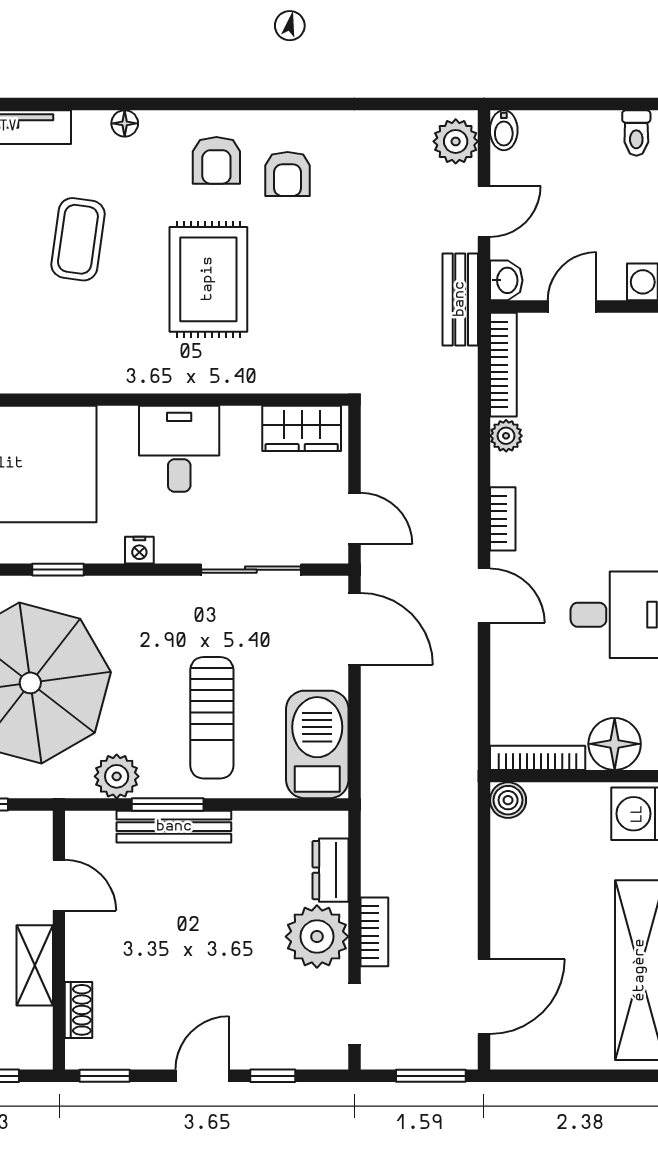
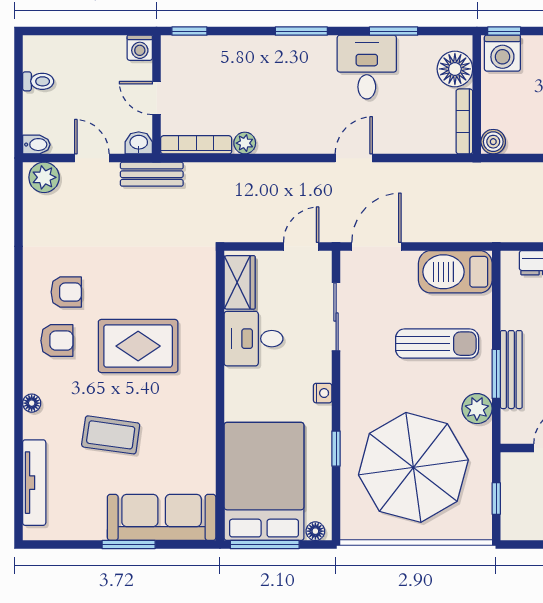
toilet: (636, 133) -> (38, 81), moved
desk: (179, 449) -> (254, 339), moved
bookcase: (503, 519) -> (301, 145), removed

